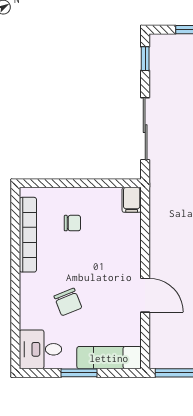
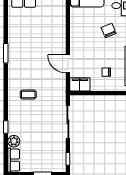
filing cabinet: (132, 200) -> (80, 84), width x2.00
door: (145, 295) -> (68, 64), moved

